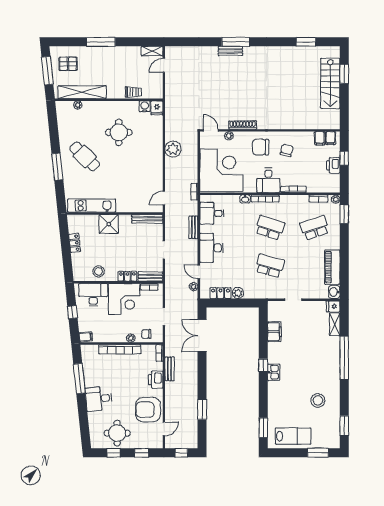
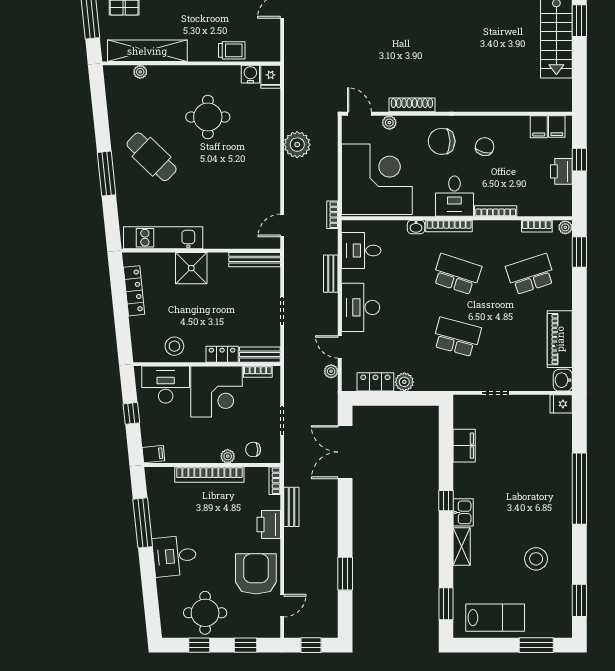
locker: (75, 243) -> (134, 291), width x1.53
shelving: (335, 324) -> (462, 546), moved
armchair: (148, 410) -> (256, 574), turned 90

